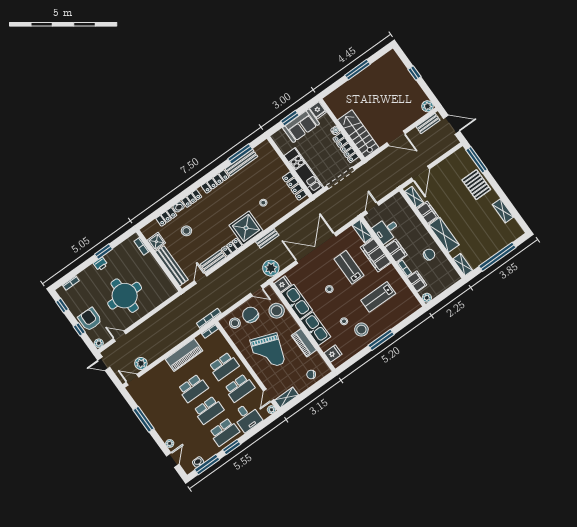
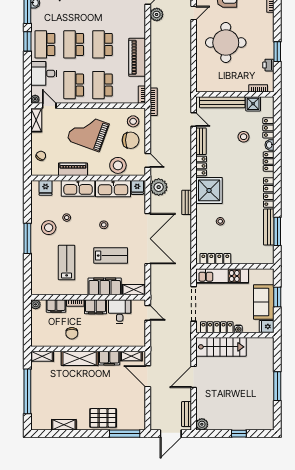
printer: (100, 264) -> (268, 65), moved
door: (257, 291) -> (148, 160), swing flipped

